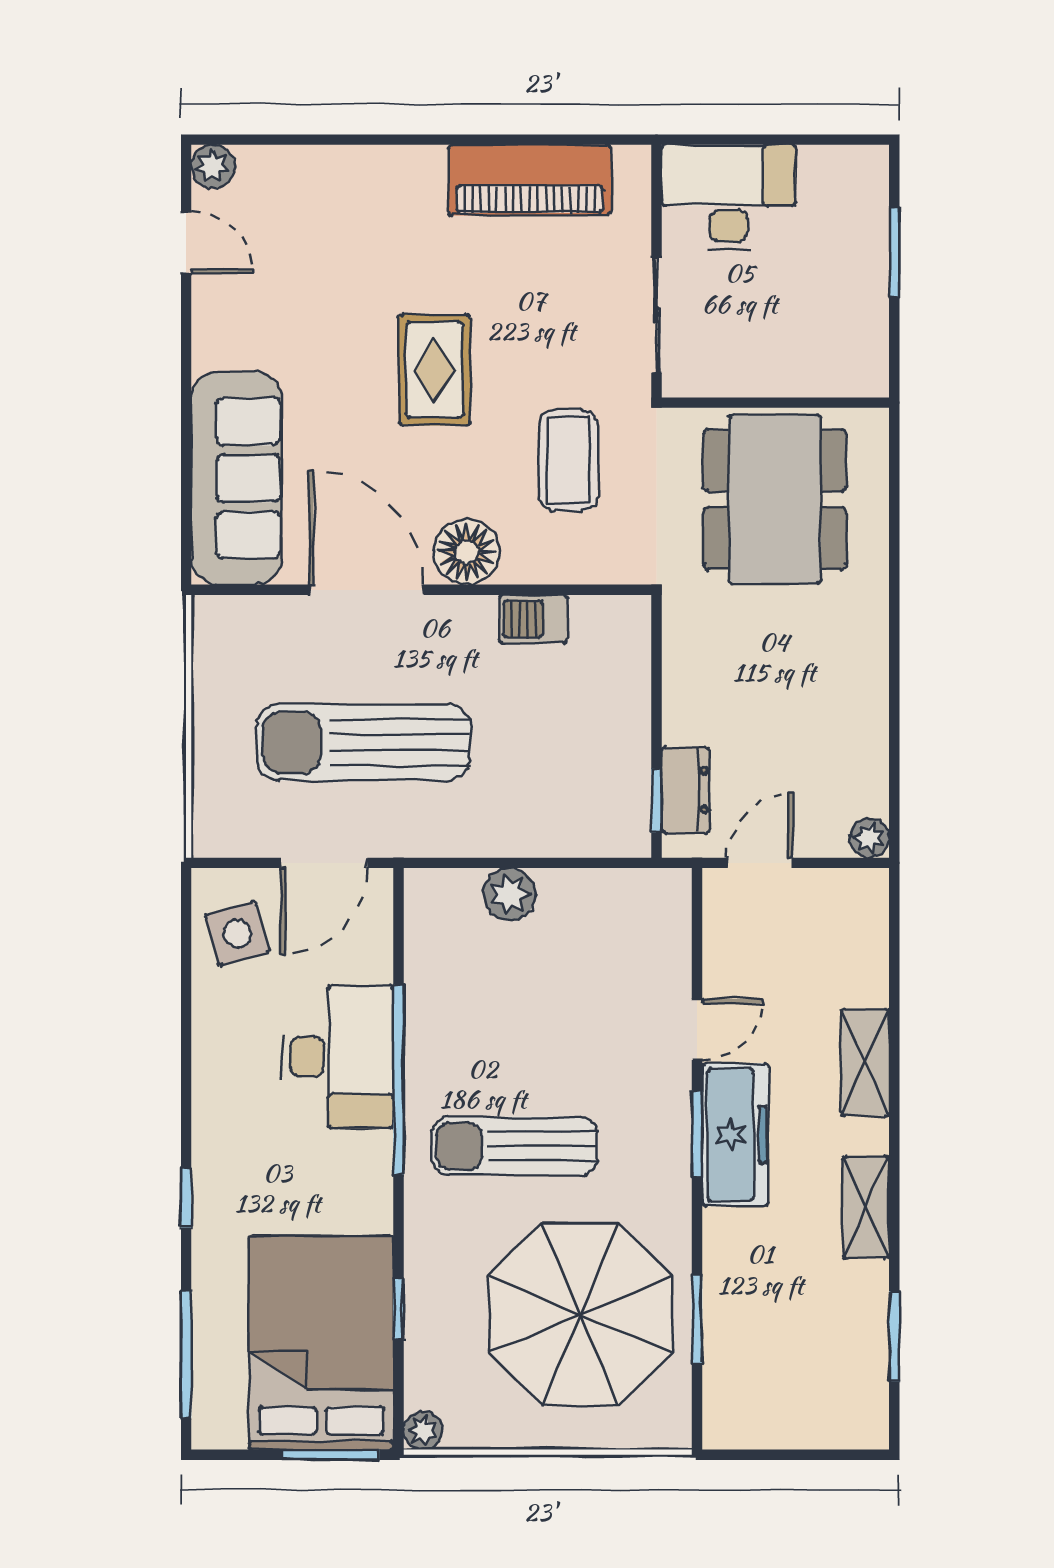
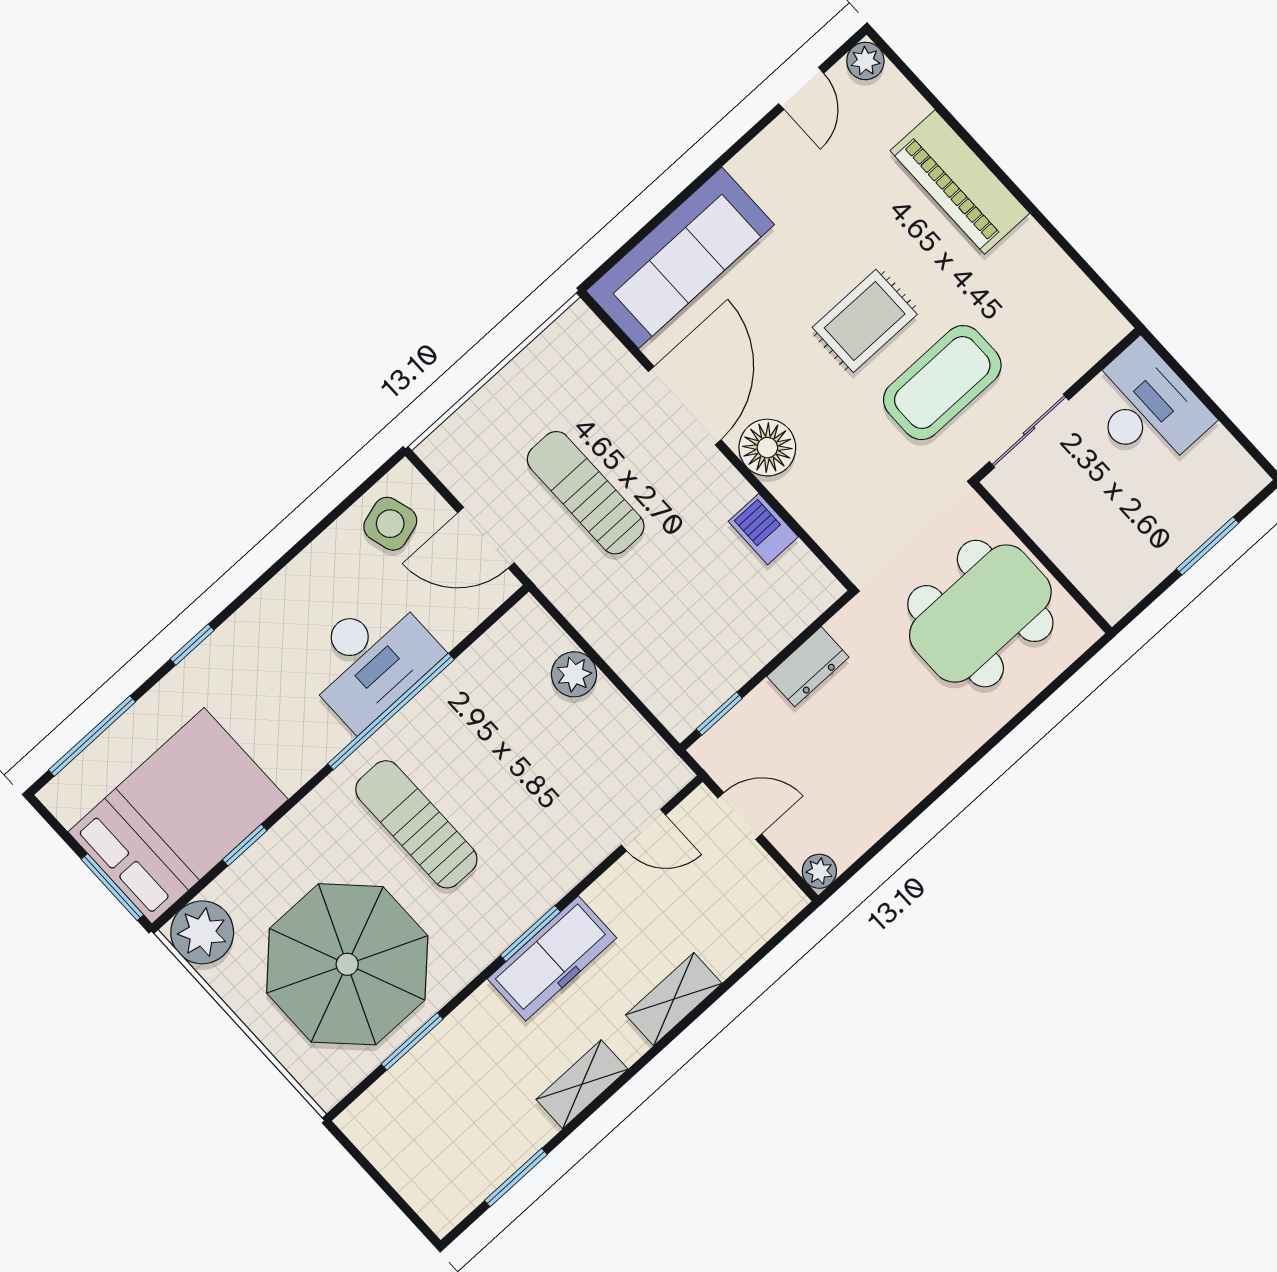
piano: (530, 180) -> (960, 182), moved
coffee table: (568, 460) -> (942, 383), moved, width x1.36, depth x1.32
sun lounger: (363, 742) -> (586, 493), width x0.73, depth x0.75
dresser: (686, 790) -> (808, 667), moved
door: (697, 1029) -> (643, 830), moved
plant: (423, 1430) -> (202, 932), width x1.87, depth x1.87

